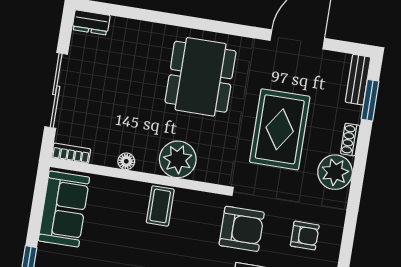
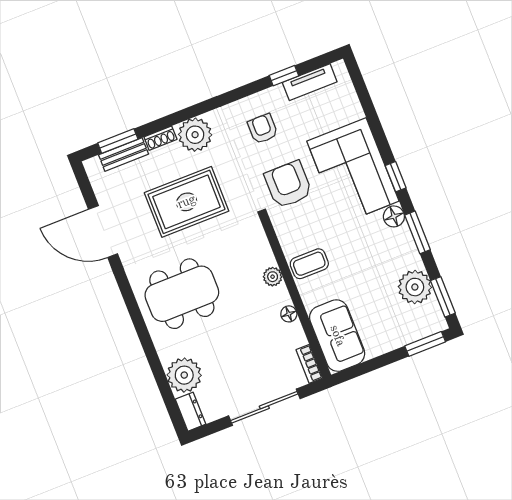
plant: (127, 36) -> (184, 375), added
bench: (358, 80) -> (124, 155), moved
plant: (178, 159) -> (273, 277), width x0.53, depth x0.53
sofa: (64, 209) -> (337, 336), moved, turned 90

